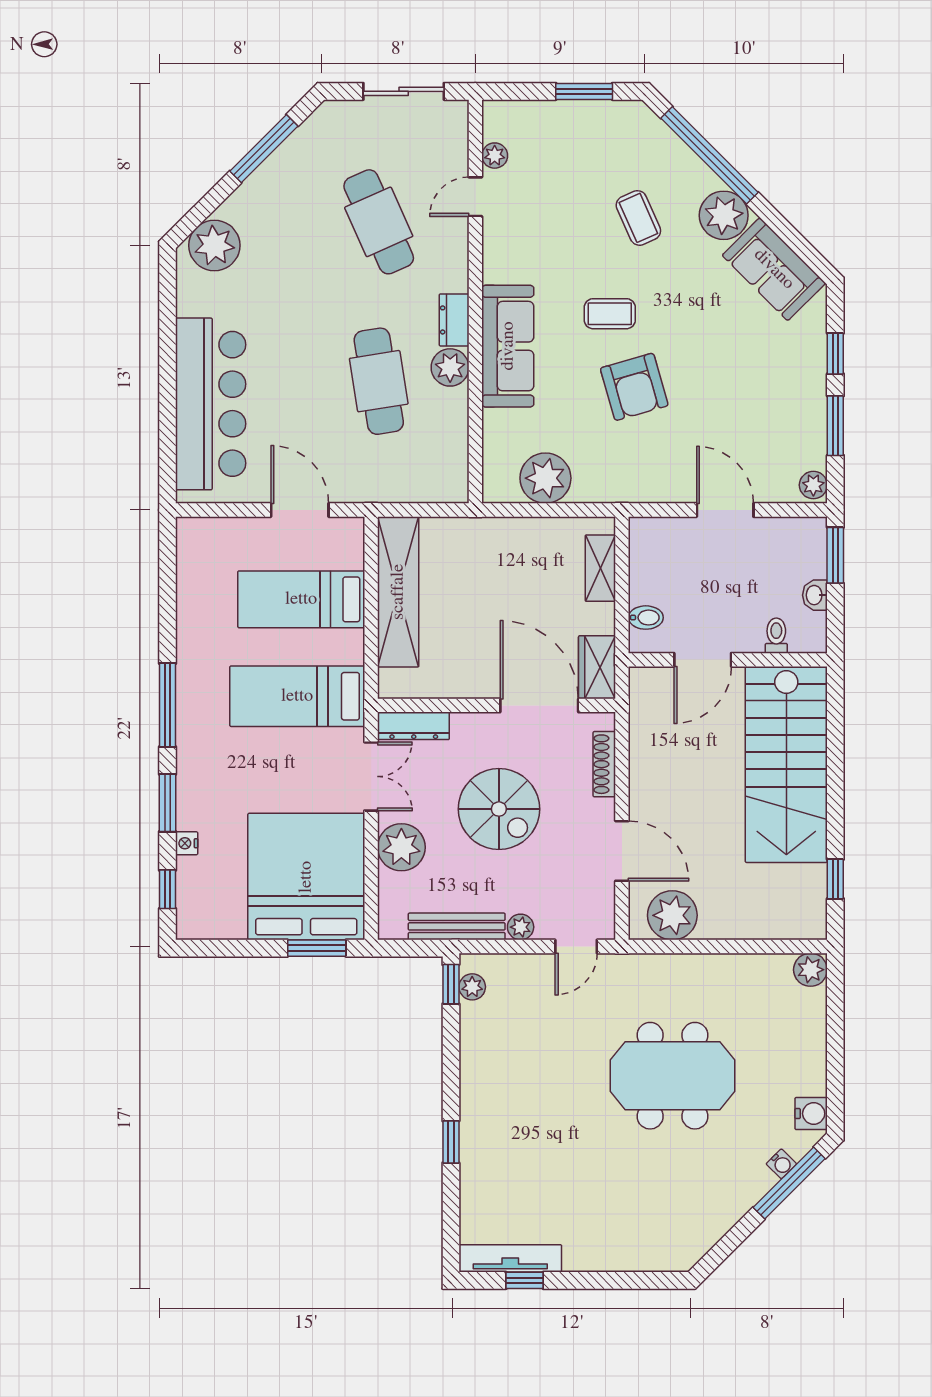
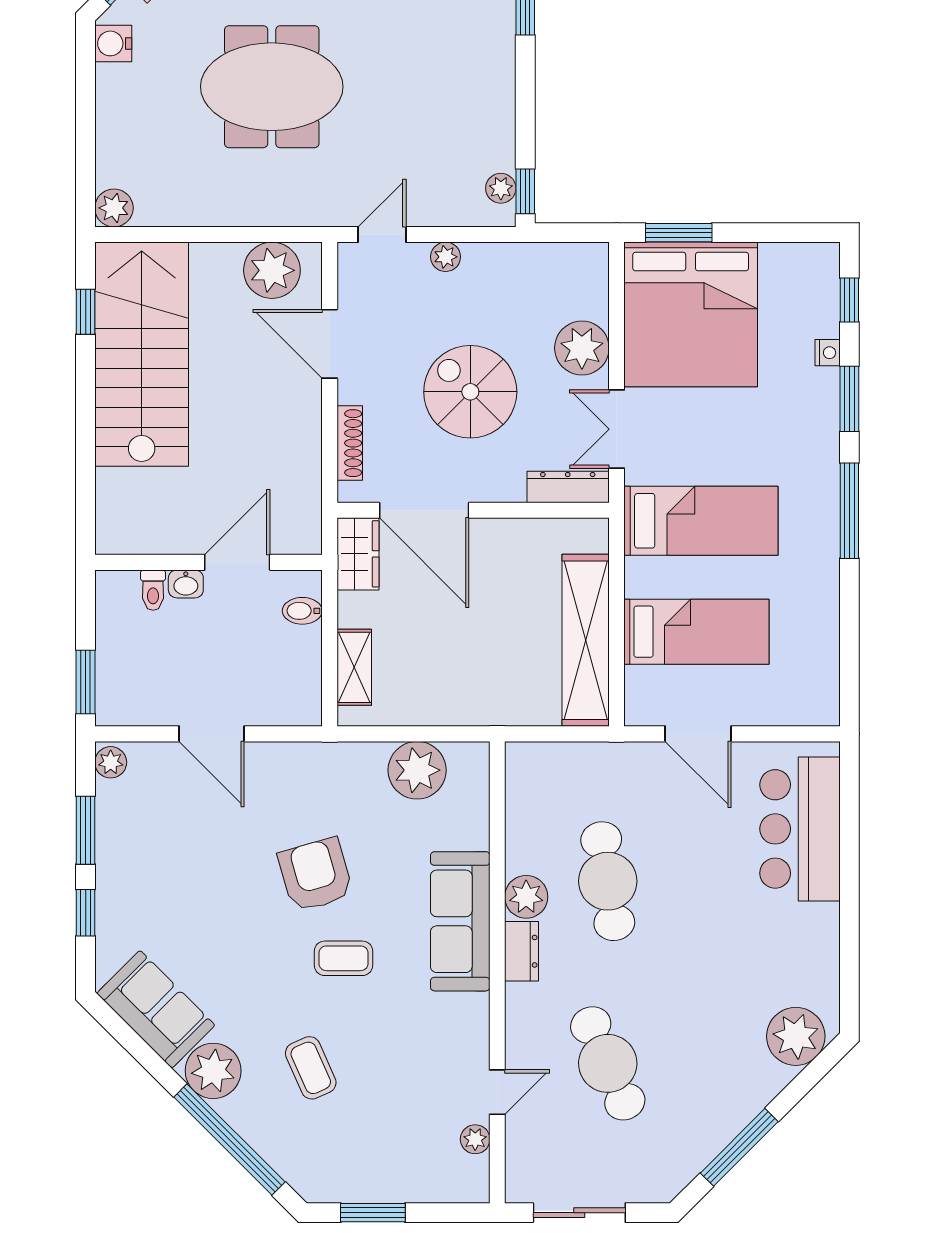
bar counter: (211, 404) -> (800, 829), width x0.73
washbasin: (815, 595) -> (186, 584), moved, turned 90
stairs: (786, 764) -> (142, 354), moved
bench: (457, 926) -> (519, 257), removed

